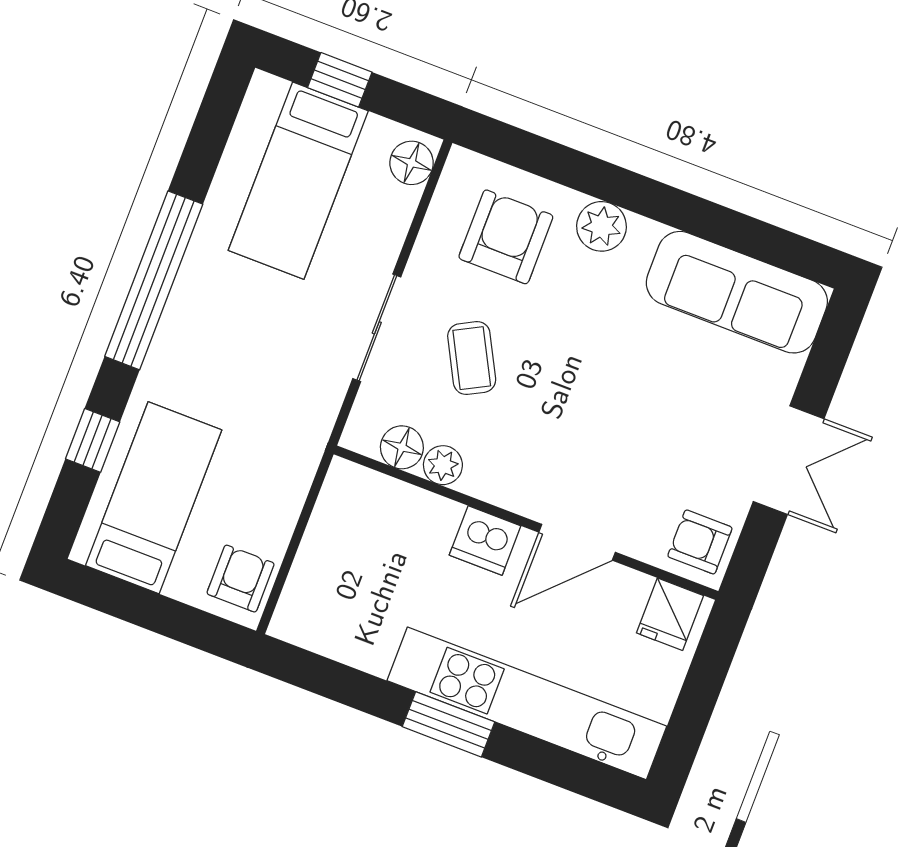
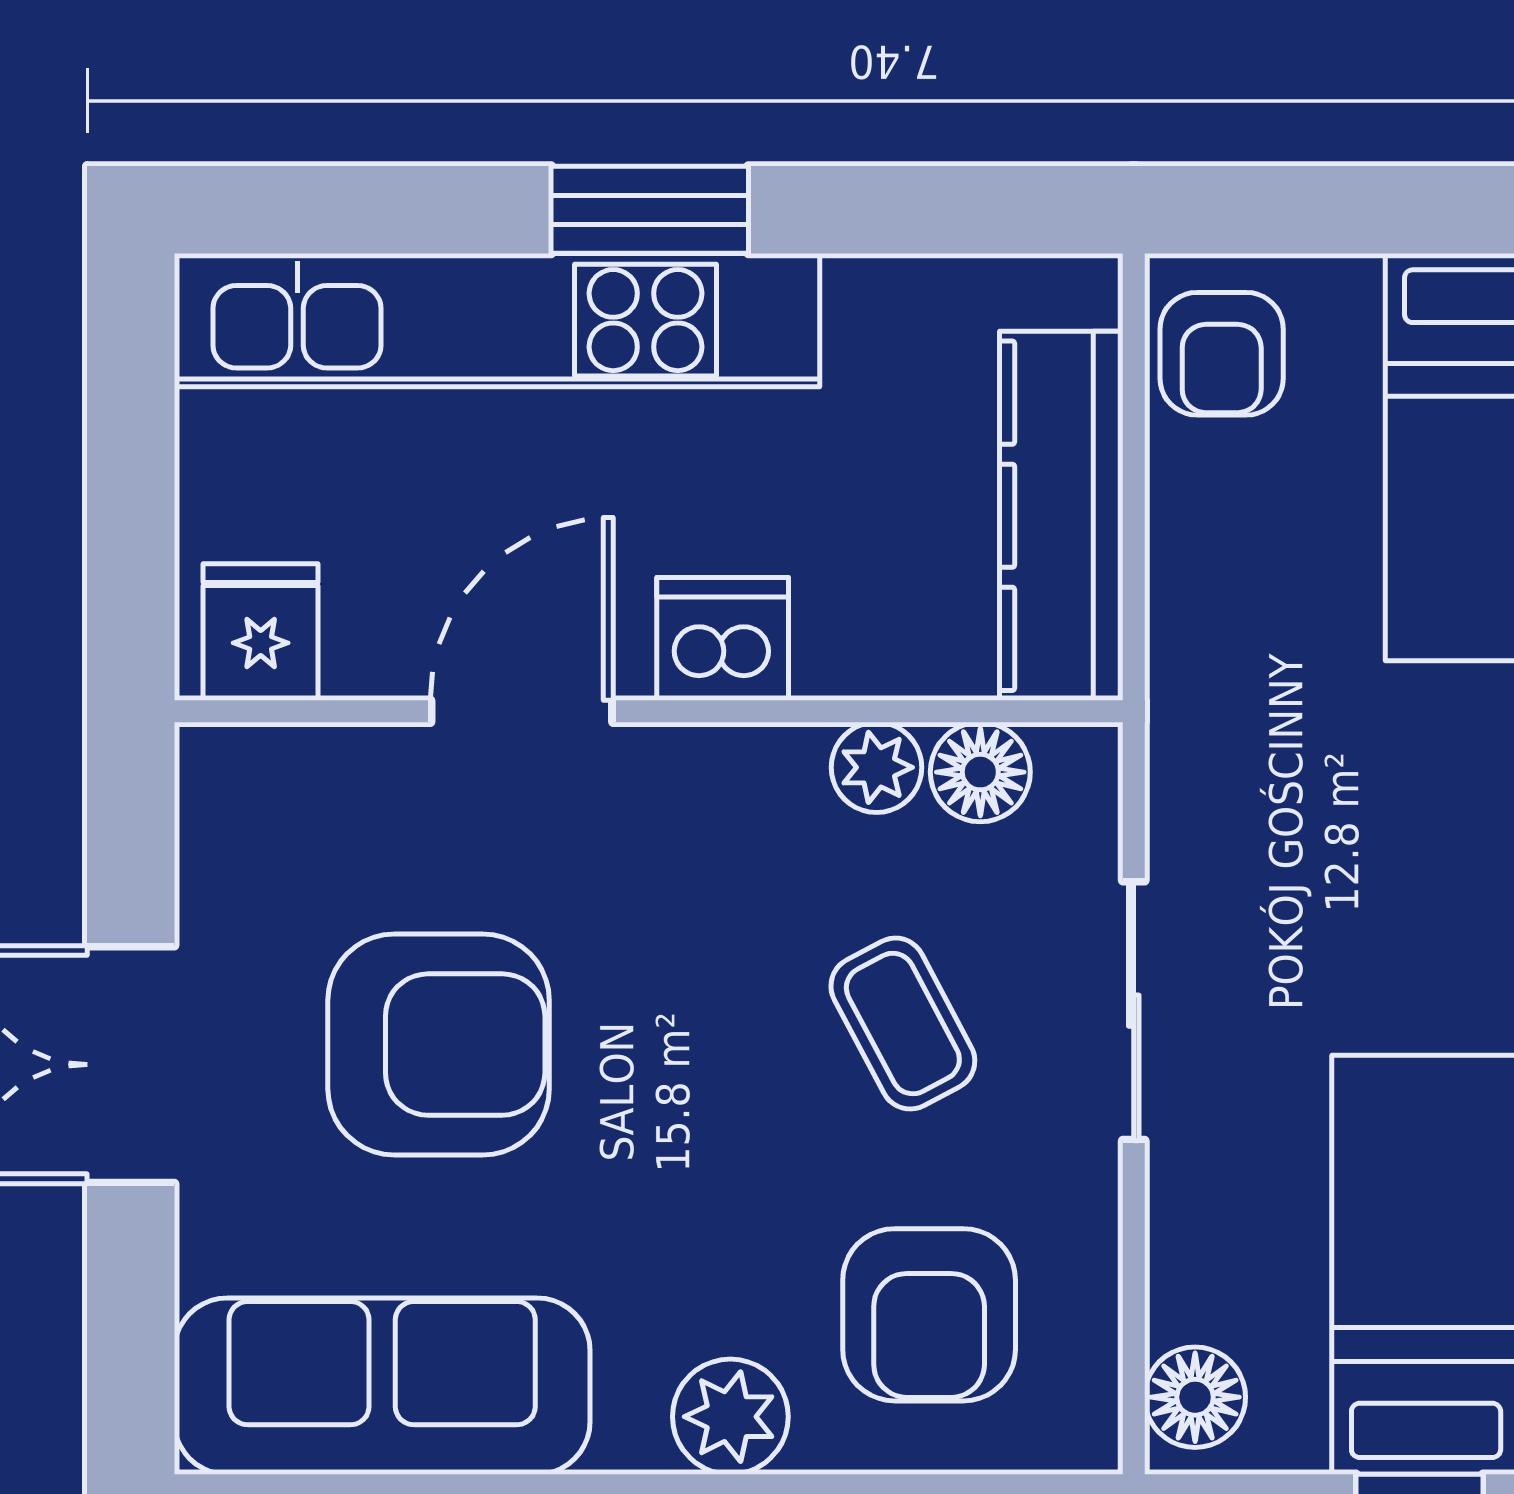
kitchen counter: (330, 538) -> (1061, 516), added
armchair: (700, 542) -> (439, 1045), moved, width x1.88, depth x1.88

